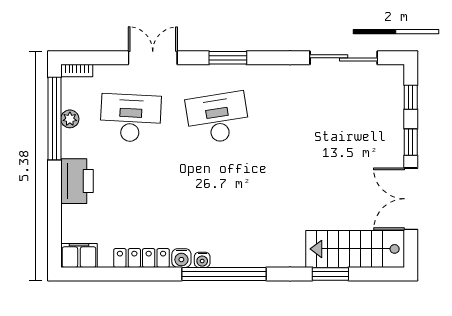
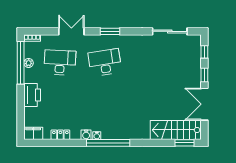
locker: (141, 258) -> (60, 135), width x0.66
window: (330, 274) -> (185, 143), moved

